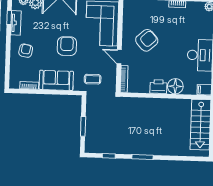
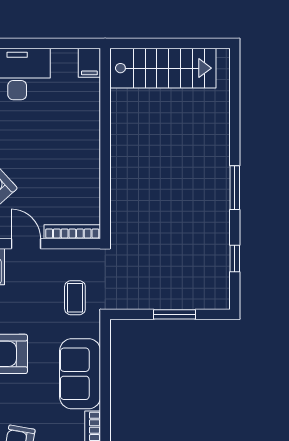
door: (119, 57) -> (26, 244), swing flipped
floor lamp: (175, 86) -> (84, 124), removed
printer: (158, 87) -> (86, 159), removed

